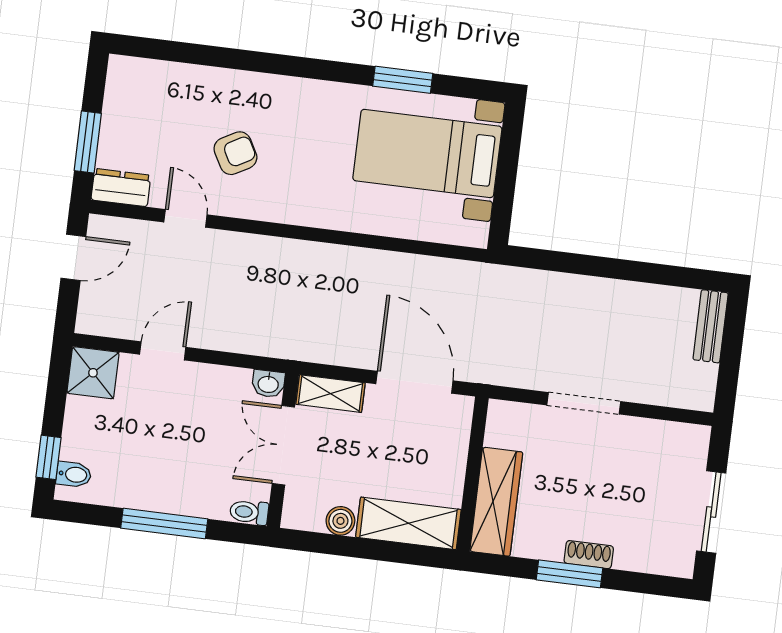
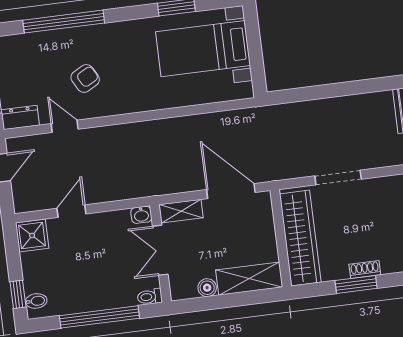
window: (225, 58) -> (64, 22), added
wardrobe: (496, 502) -> (300, 238), width x1.40, depth x1.17
window: (164, 523) -> (99, 317), width x1.46

